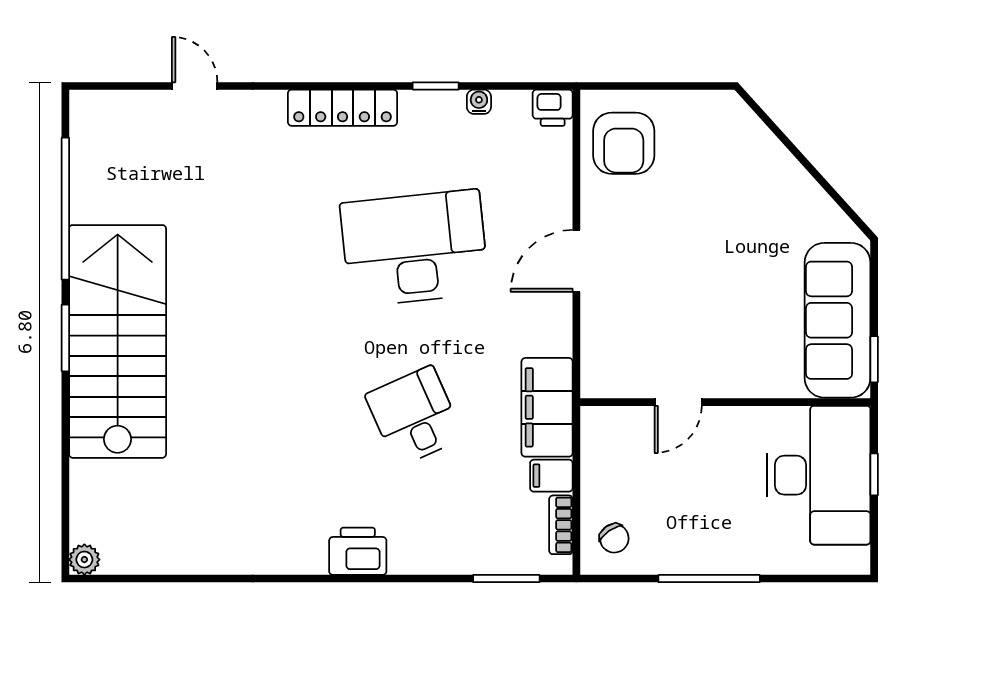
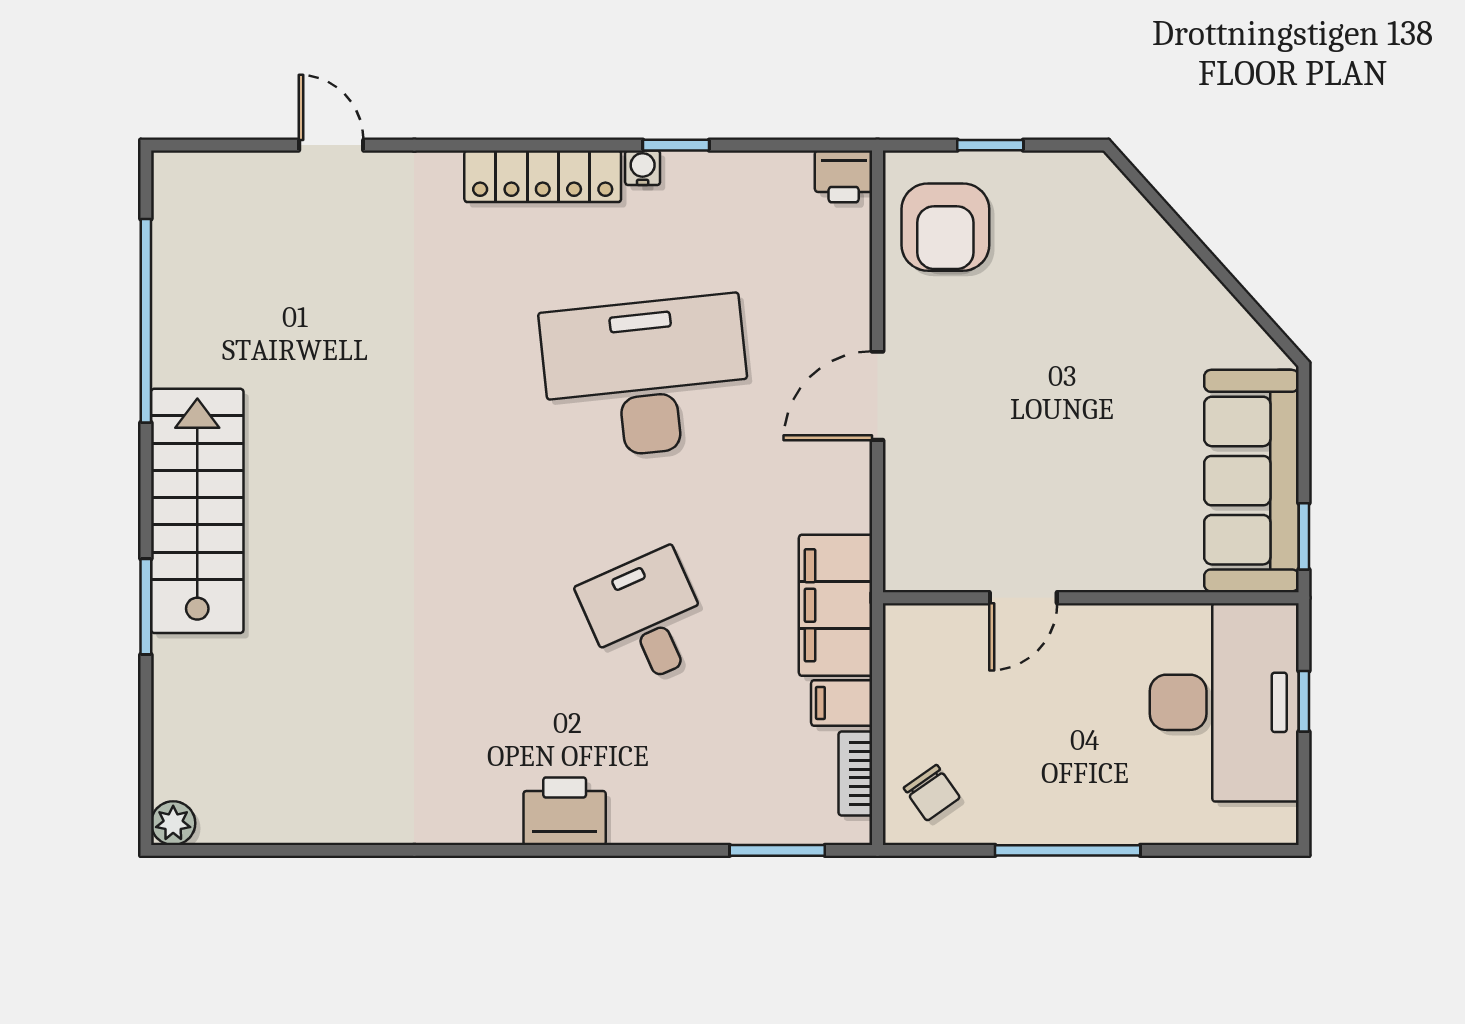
window: (655, 86) -> (990, 145), added
water cooler: (479, 102) -> (643, 168), moved
window: (65, 338) -> (146, 607), moved
stairs: (118, 341) -> (197, 511), width x0.73, depth x0.66

